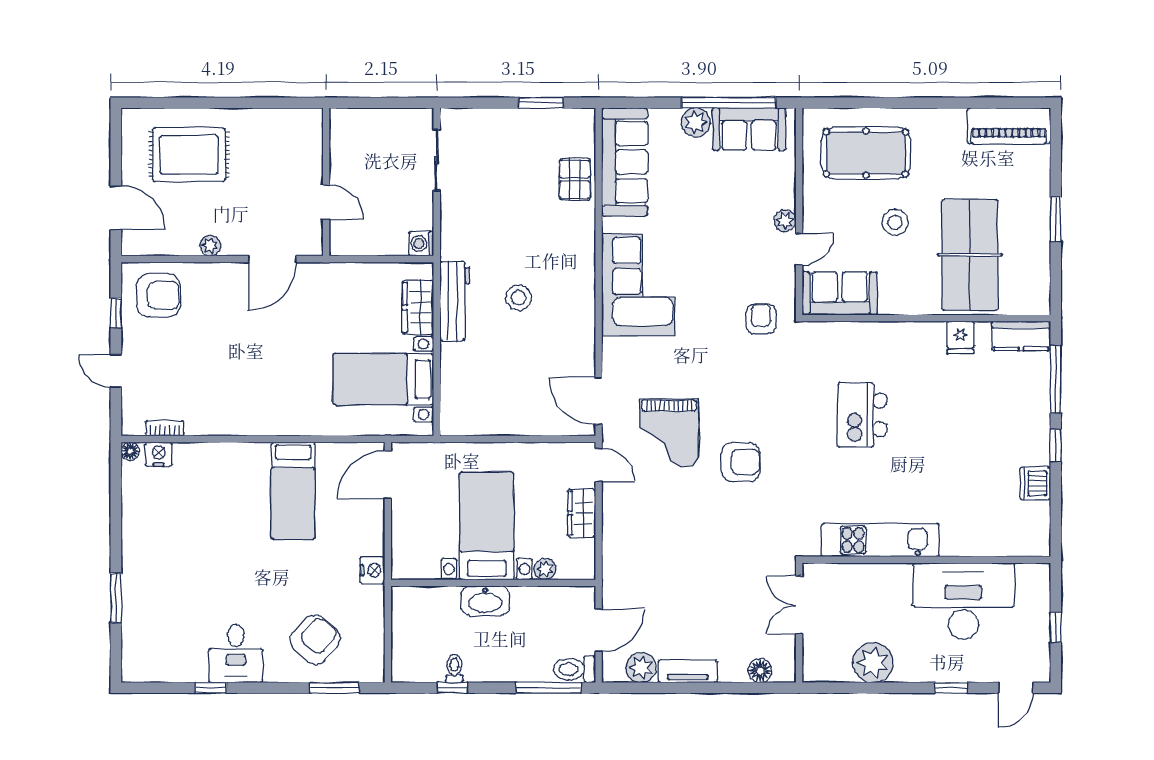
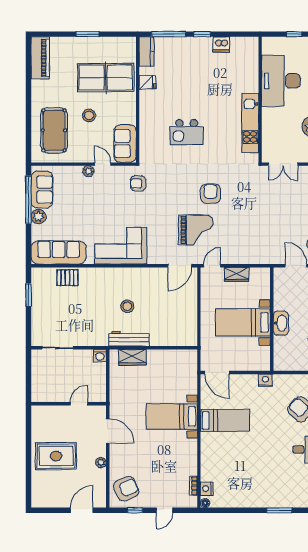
rug: (189, 155) -> (56, 456), moved, turned 90
armchair: (158, 295) -> (126, 489), turned 66
bed with nightstands: (383, 379) -> (172, 416), moved, turned 90
plant: (545, 569) -> (265, 293), removed

